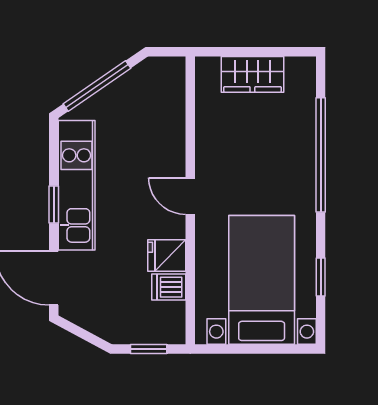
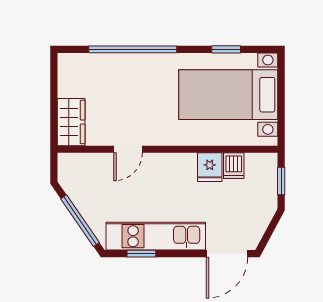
wardrobe: (252, 74) -> (71, 122), moved
door: (190, 196) -> (128, 149), moved
window: (54, 205) -> (141, 254), moved

